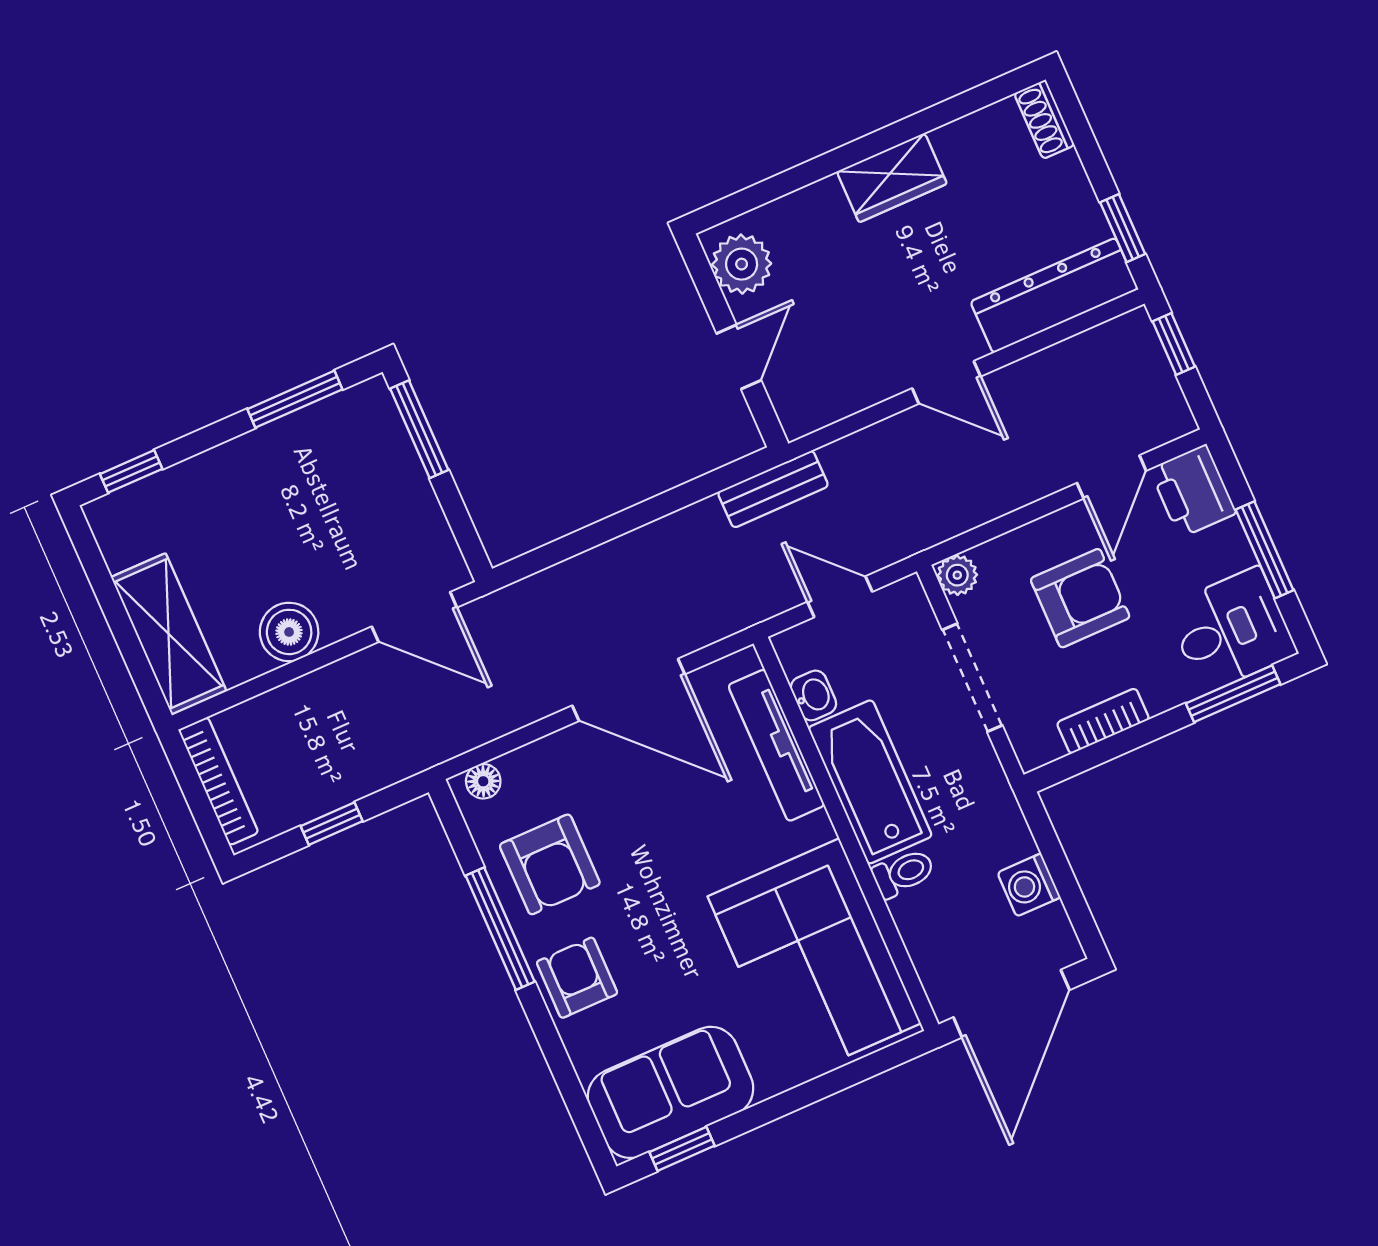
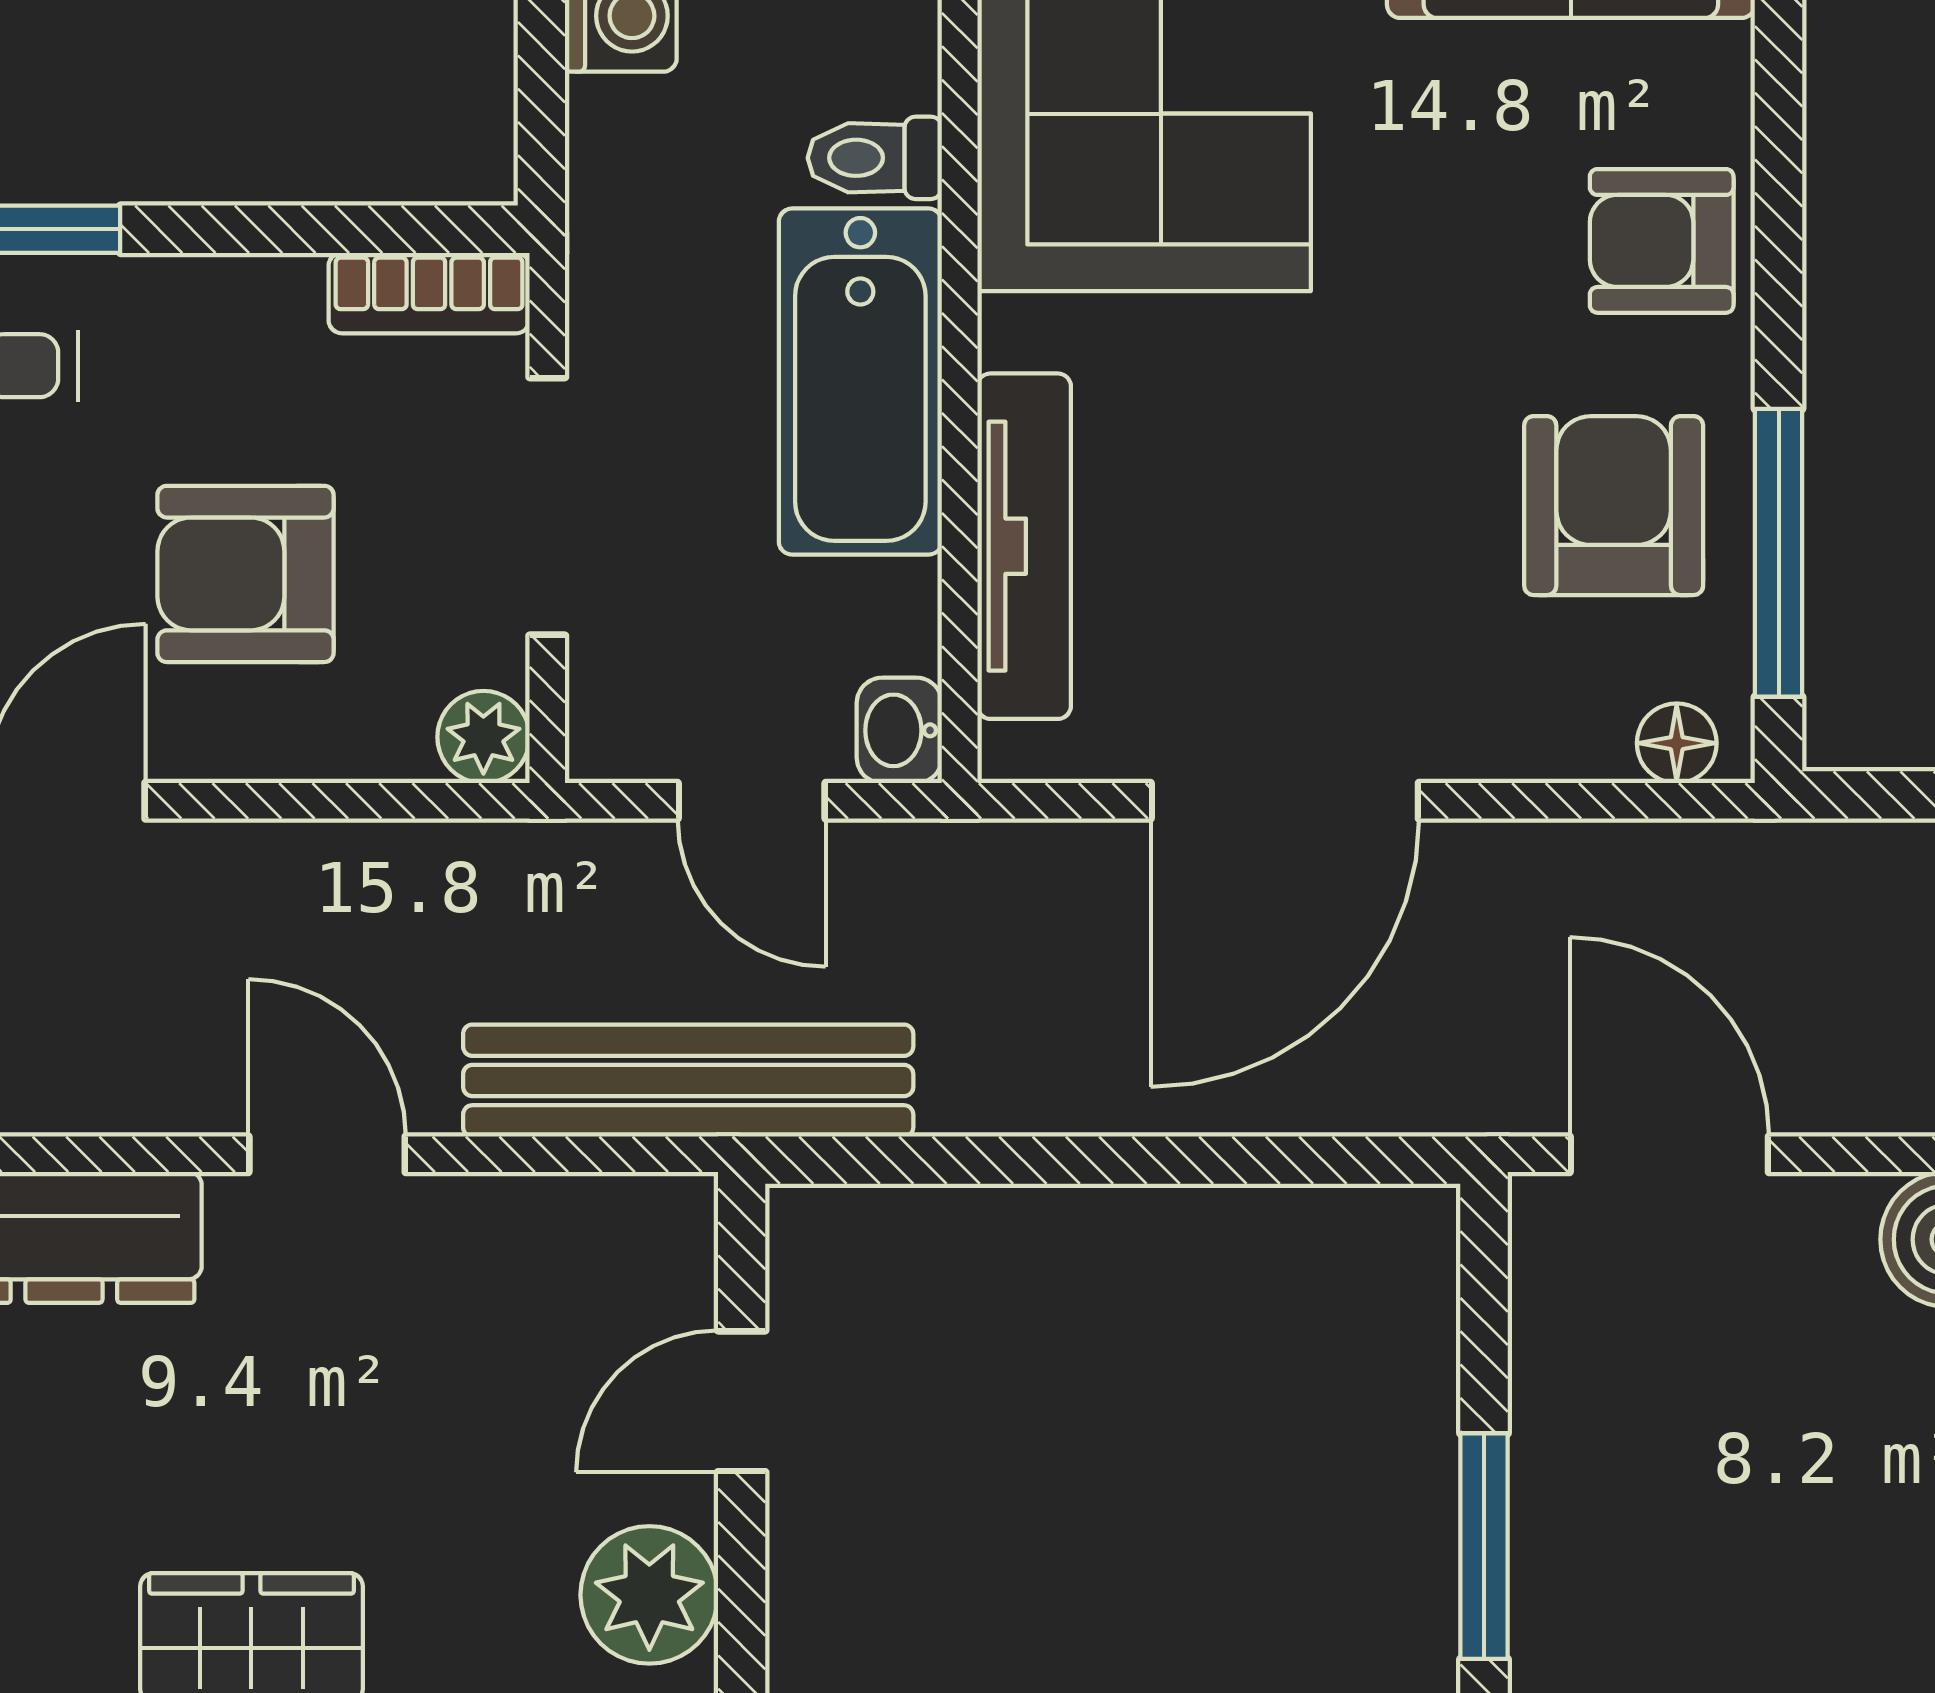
bench: (773, 489) -> (688, 1081), width x1.86, depth x1.21
door: (629, 690) -> (1285, 801), swing flipped
washbasin: (813, 695) -> (899, 730), moved
bookcase: (1103, 721) -> (429, 293), moved
window: (500, 929) -> (1779, 553), moved
armchair: (577, 978) -> (1662, 241), turned 90

